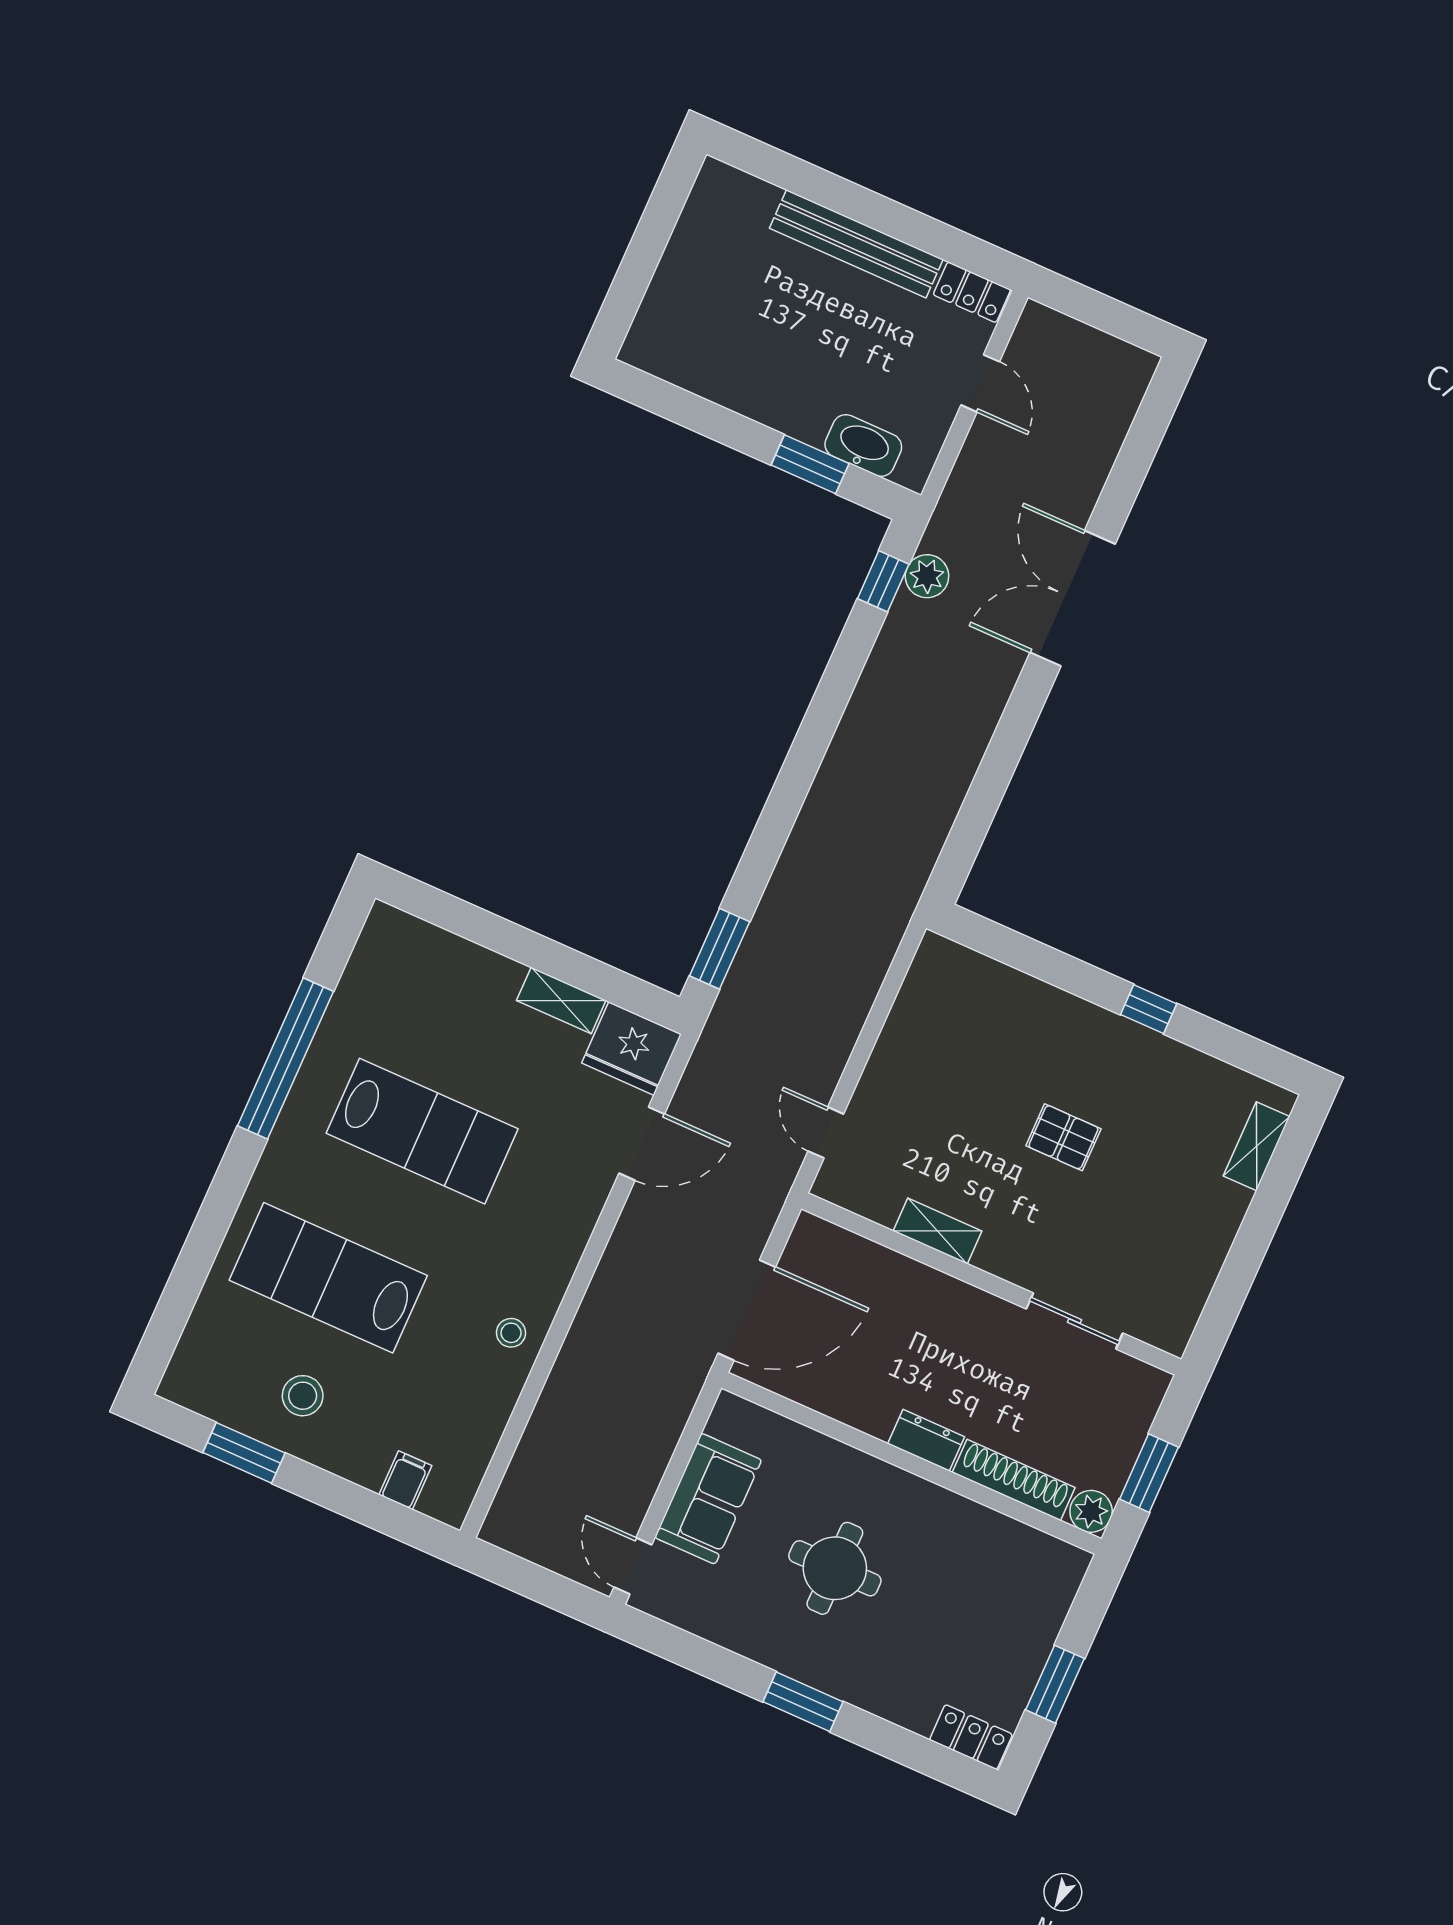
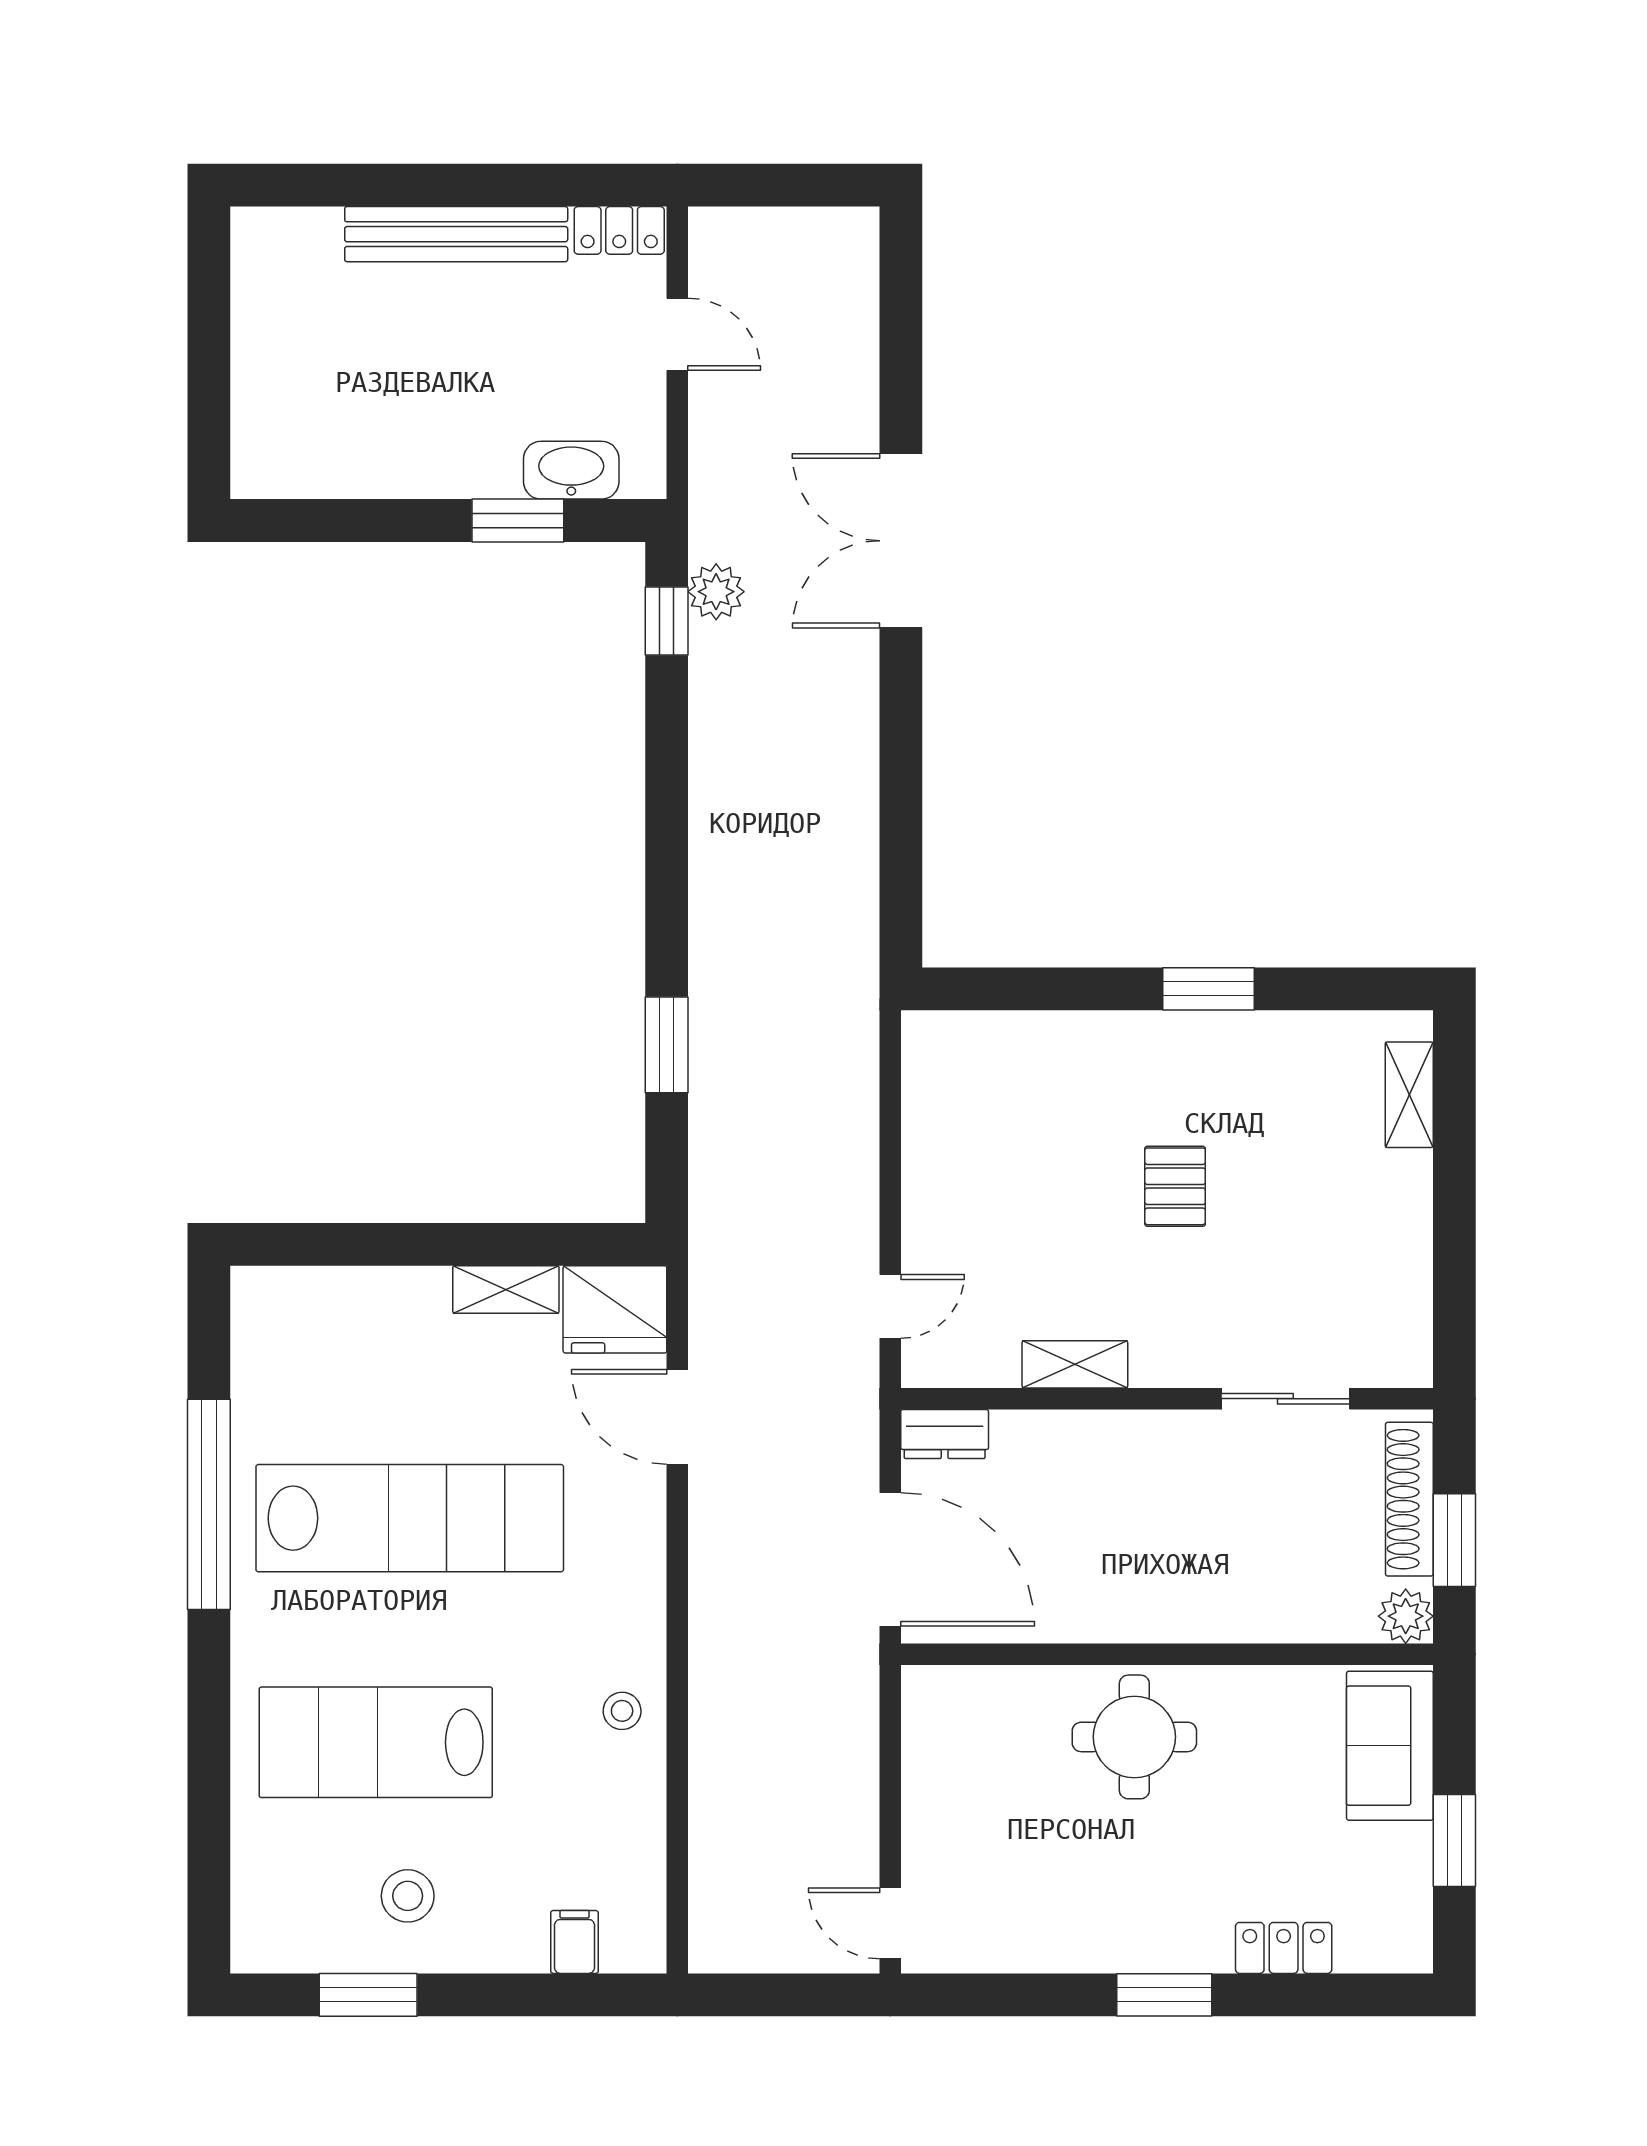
window: (720, 949) -> (667, 1045), moved
window: (1149, 1009) -> (1208, 989), width x1.50
lab bench: (422, 1131) -> (410, 1518), width x1.36
door: (826, 1133) -> (890, 1306), swing flipped
pallet: (1063, 1137) -> (1175, 1186), turned 90
door: (642, 1144) -> (677, 1417), swing flipped
door: (747, 1310) -> (890, 1559), hinge flipped
dresser: (926, 1440) -> (945, 1434), moved, turned 180
shoe rack: (1014, 1480) -> (1409, 1499), moved, turned -90
sofa: (708, 1499) -> (1390, 1746), moved, turned 180
round table: (835, 1568) -> (1134, 1737), moved
locker: (971, 1737) -> (1284, 1948), moved

